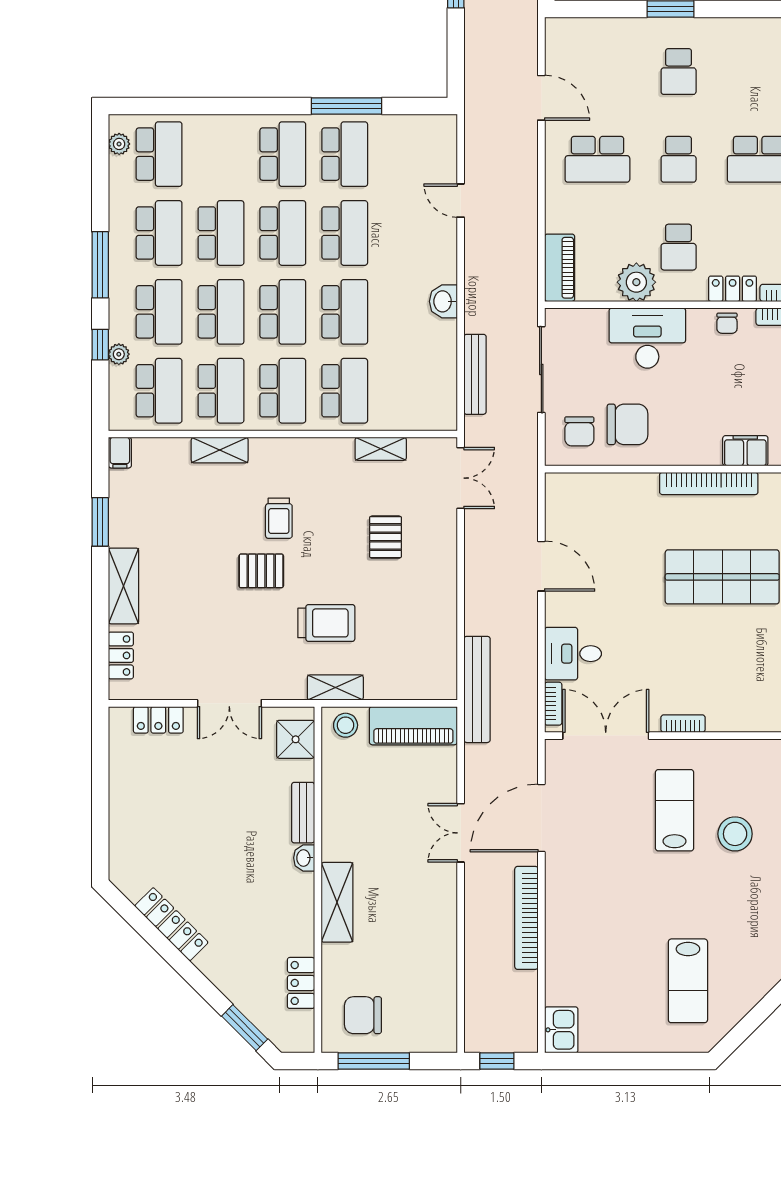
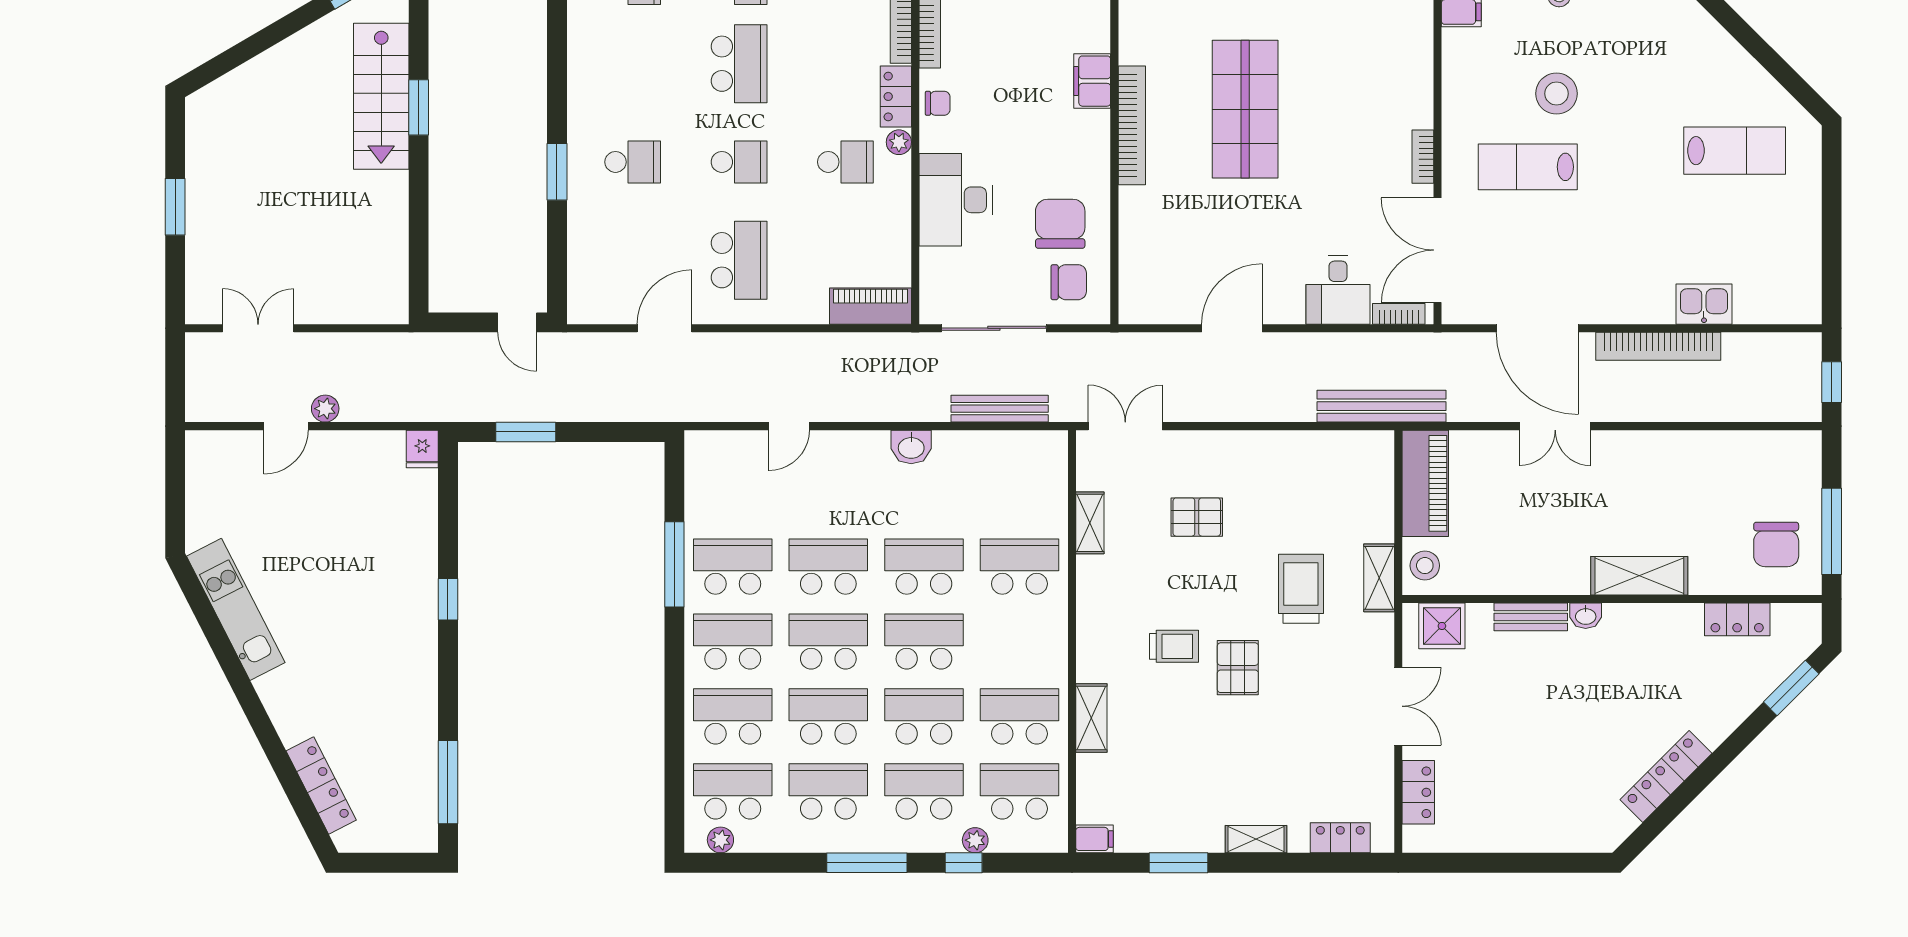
plant: (636, 282) -> (899, 142), moved, width x0.53, depth x0.53
school desk: (283, 391) -> (733, 716), moved
shelving: (123, 586) -> (1256, 839), width x0.67, depth x0.75
kitchen sink: (561, 1030) -> (1704, 304), moved

